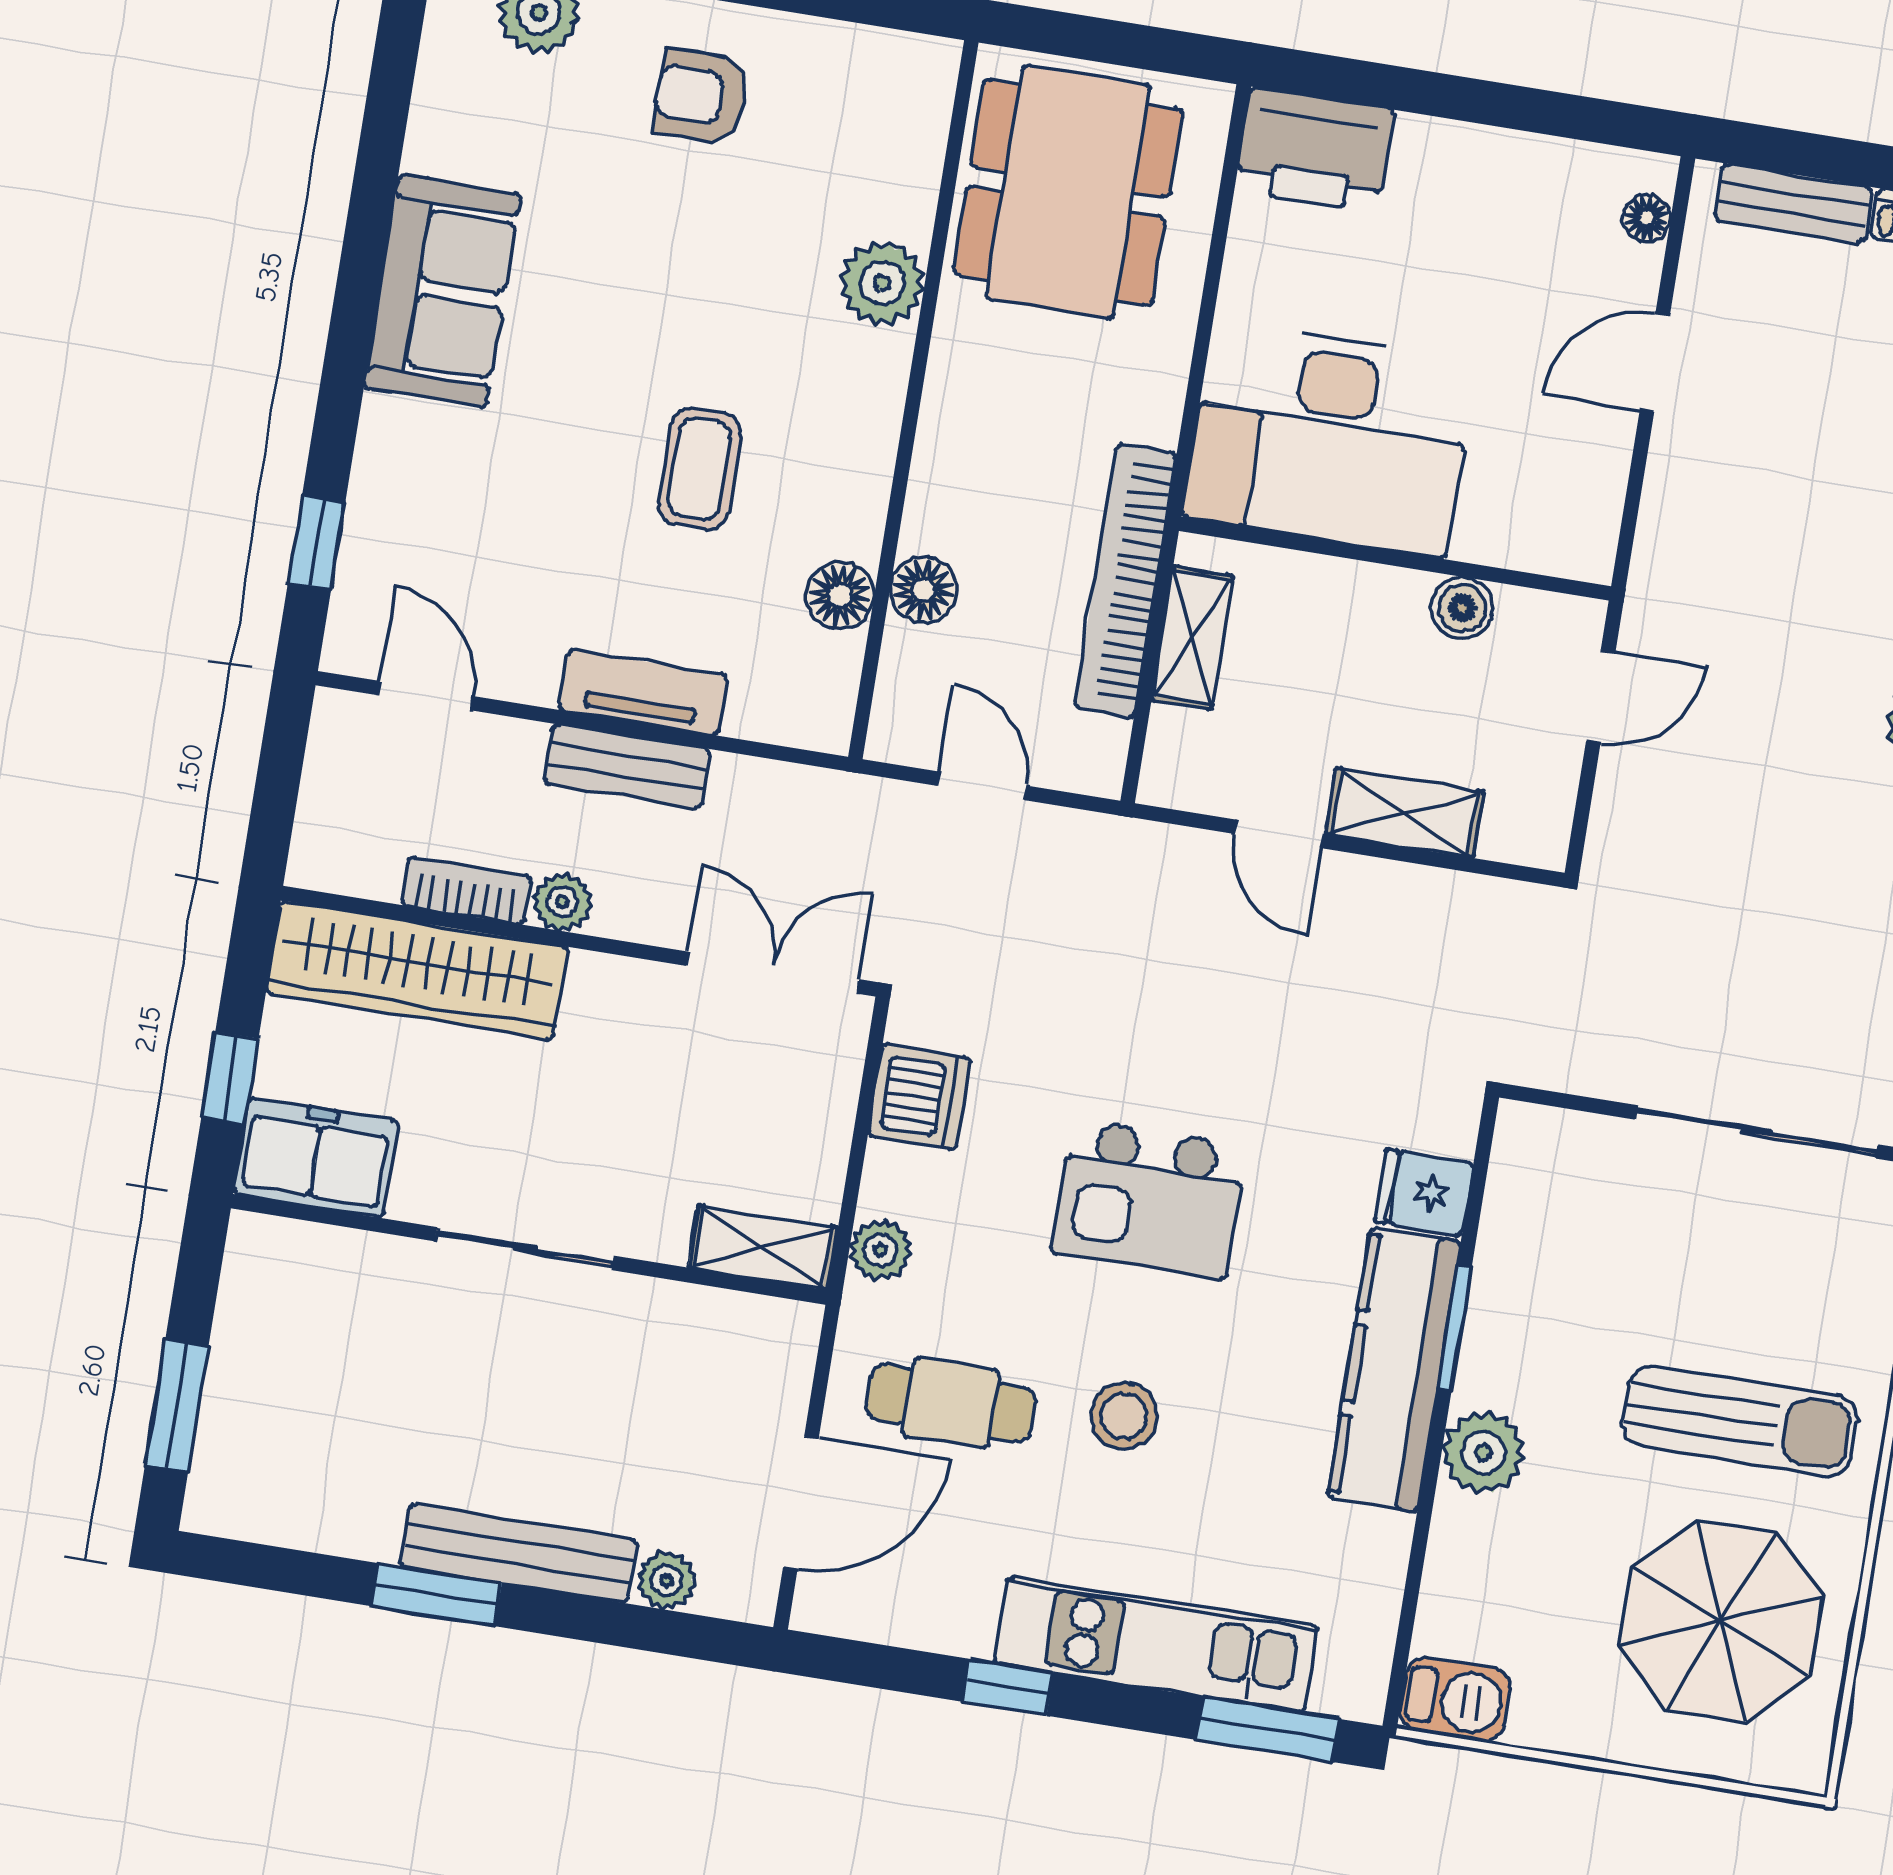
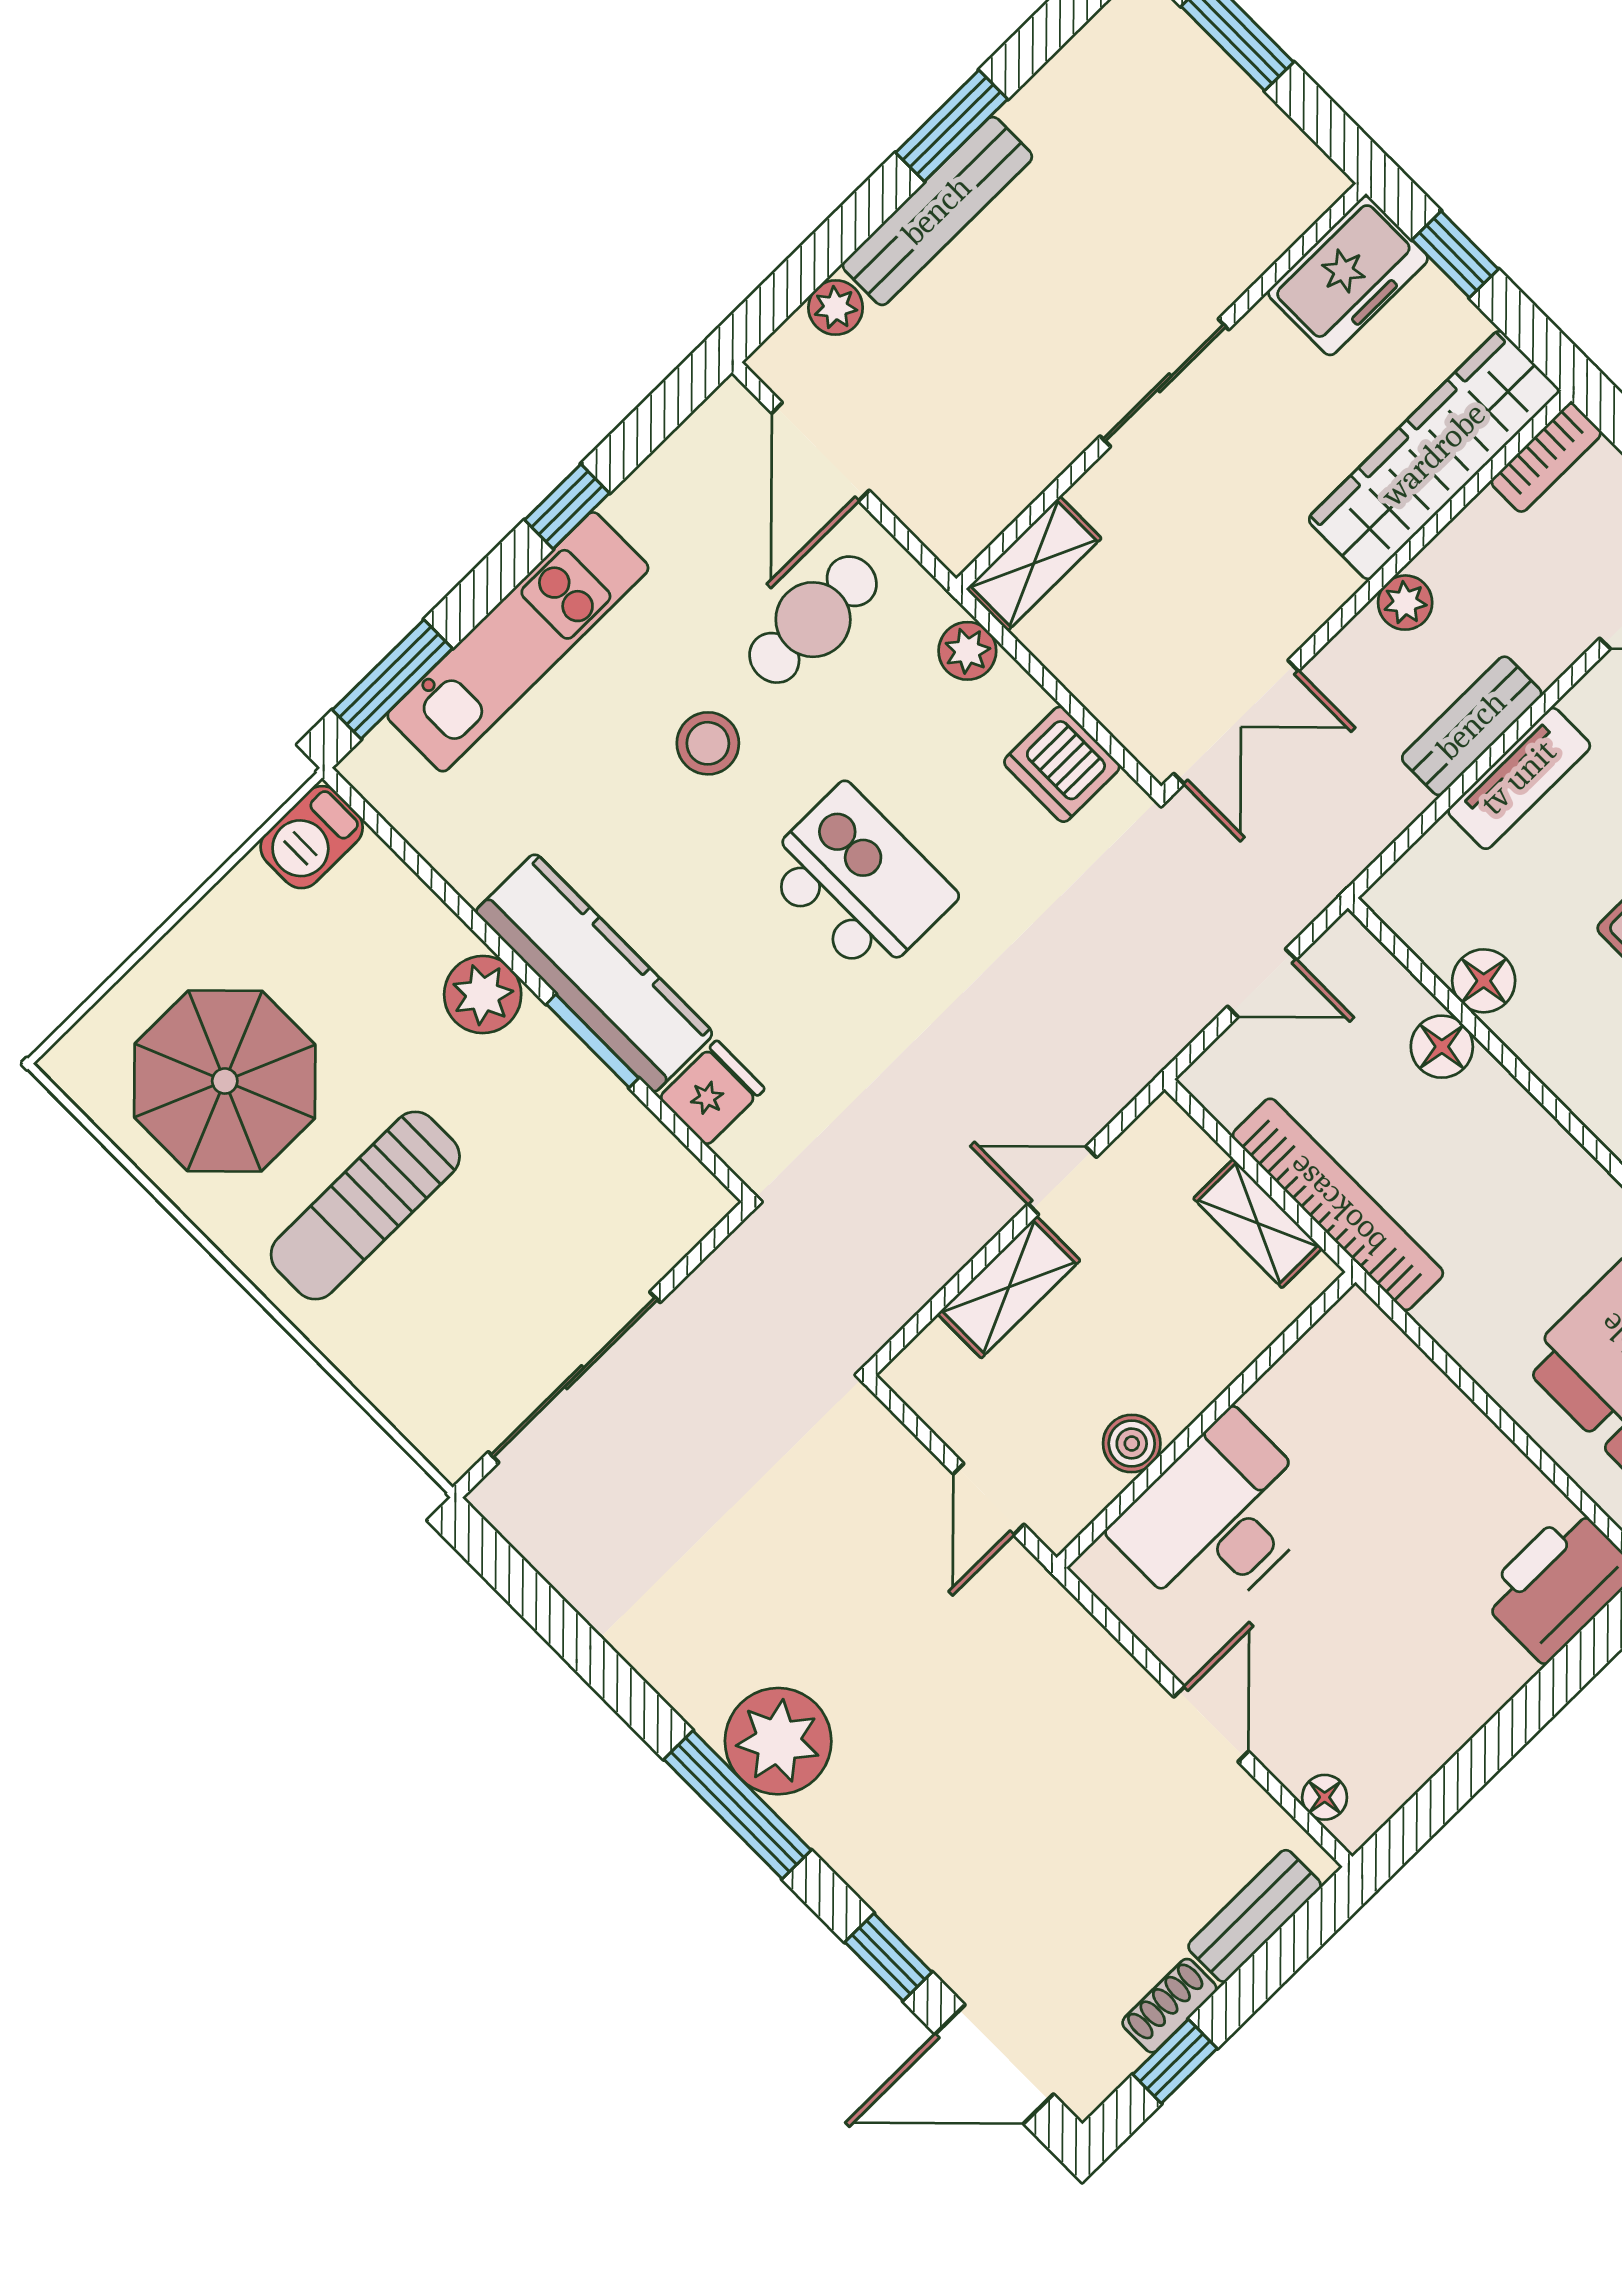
desk: (1329, 439) -> (1218, 1519), moved, width x0.73, depth x0.77
bookcase: (466, 890) -> (1546, 458), moved
kitchen island: (1149, 1199) -> (858, 882), turned 90

